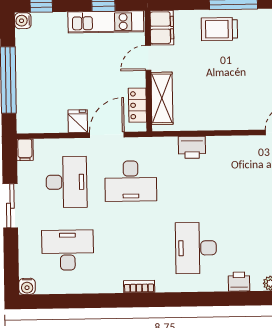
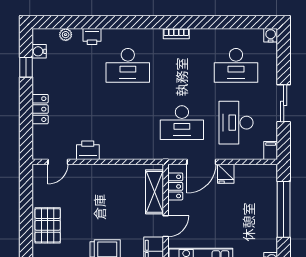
printer: (192, 147) -> (88, 150), moved
desk: (131, 181) -> (182, 123), turned 180
desk: (196, 248) -> (128, 65), turned 90

